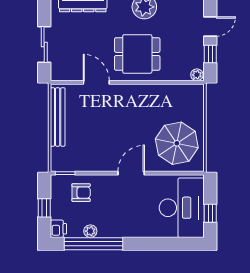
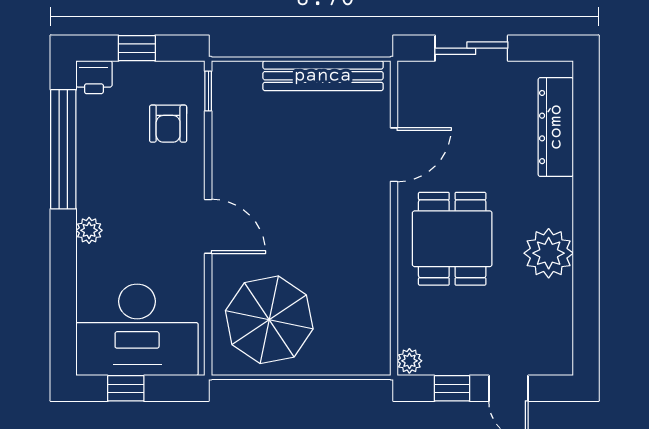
plant: (90, 231) -> (89, 230), moved

